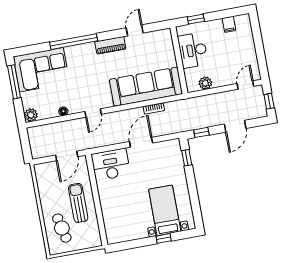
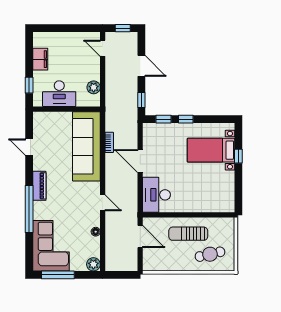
filing cabinet: (229, 24) -> (40, 59), width x2.00
piano: (110, 45) -> (39, 186), moved
window: (191, 180) -> (186, 119), added

